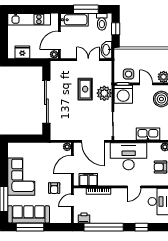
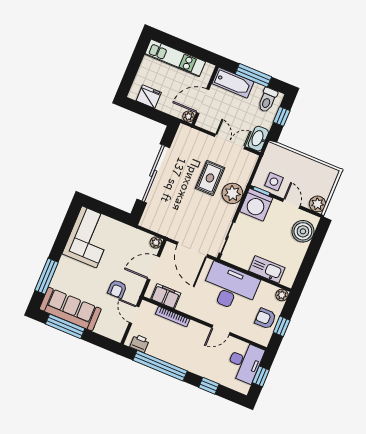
corner sofa: (21, 177) -> (89, 237), moved
door: (72, 201) -> (134, 315), hinge flipped

